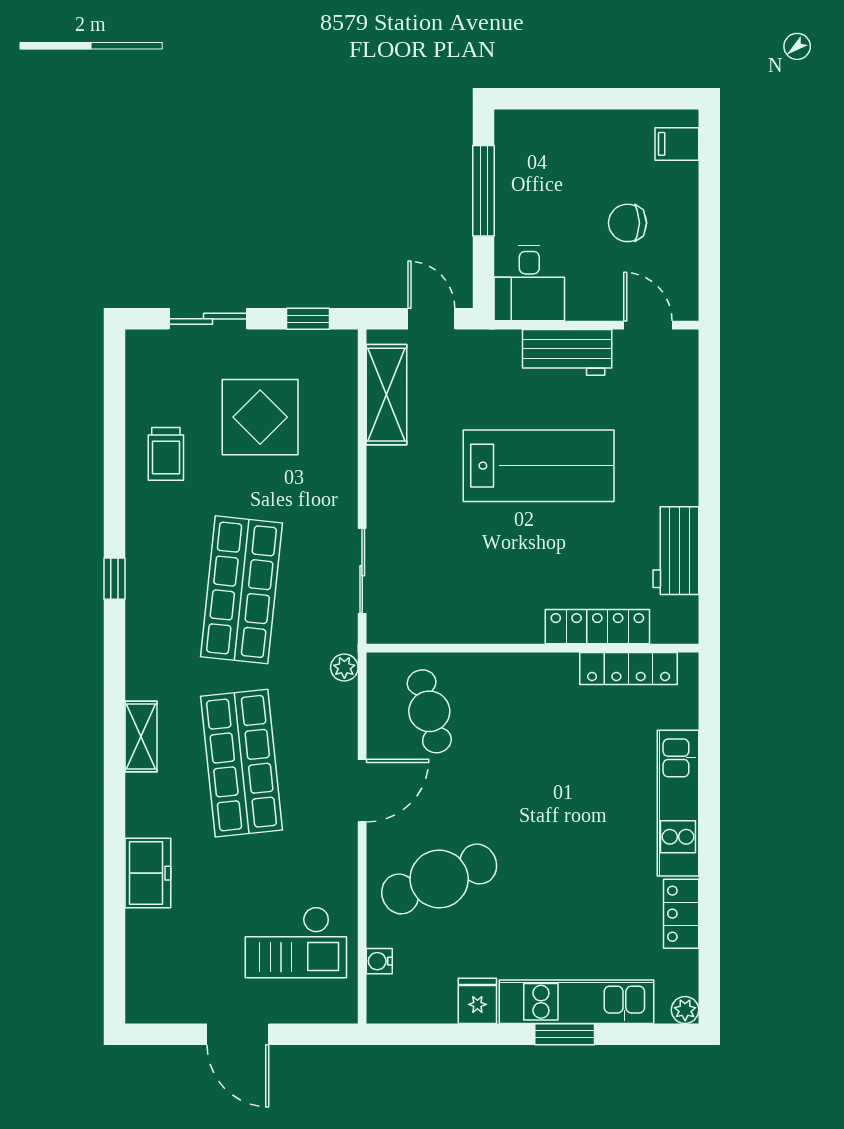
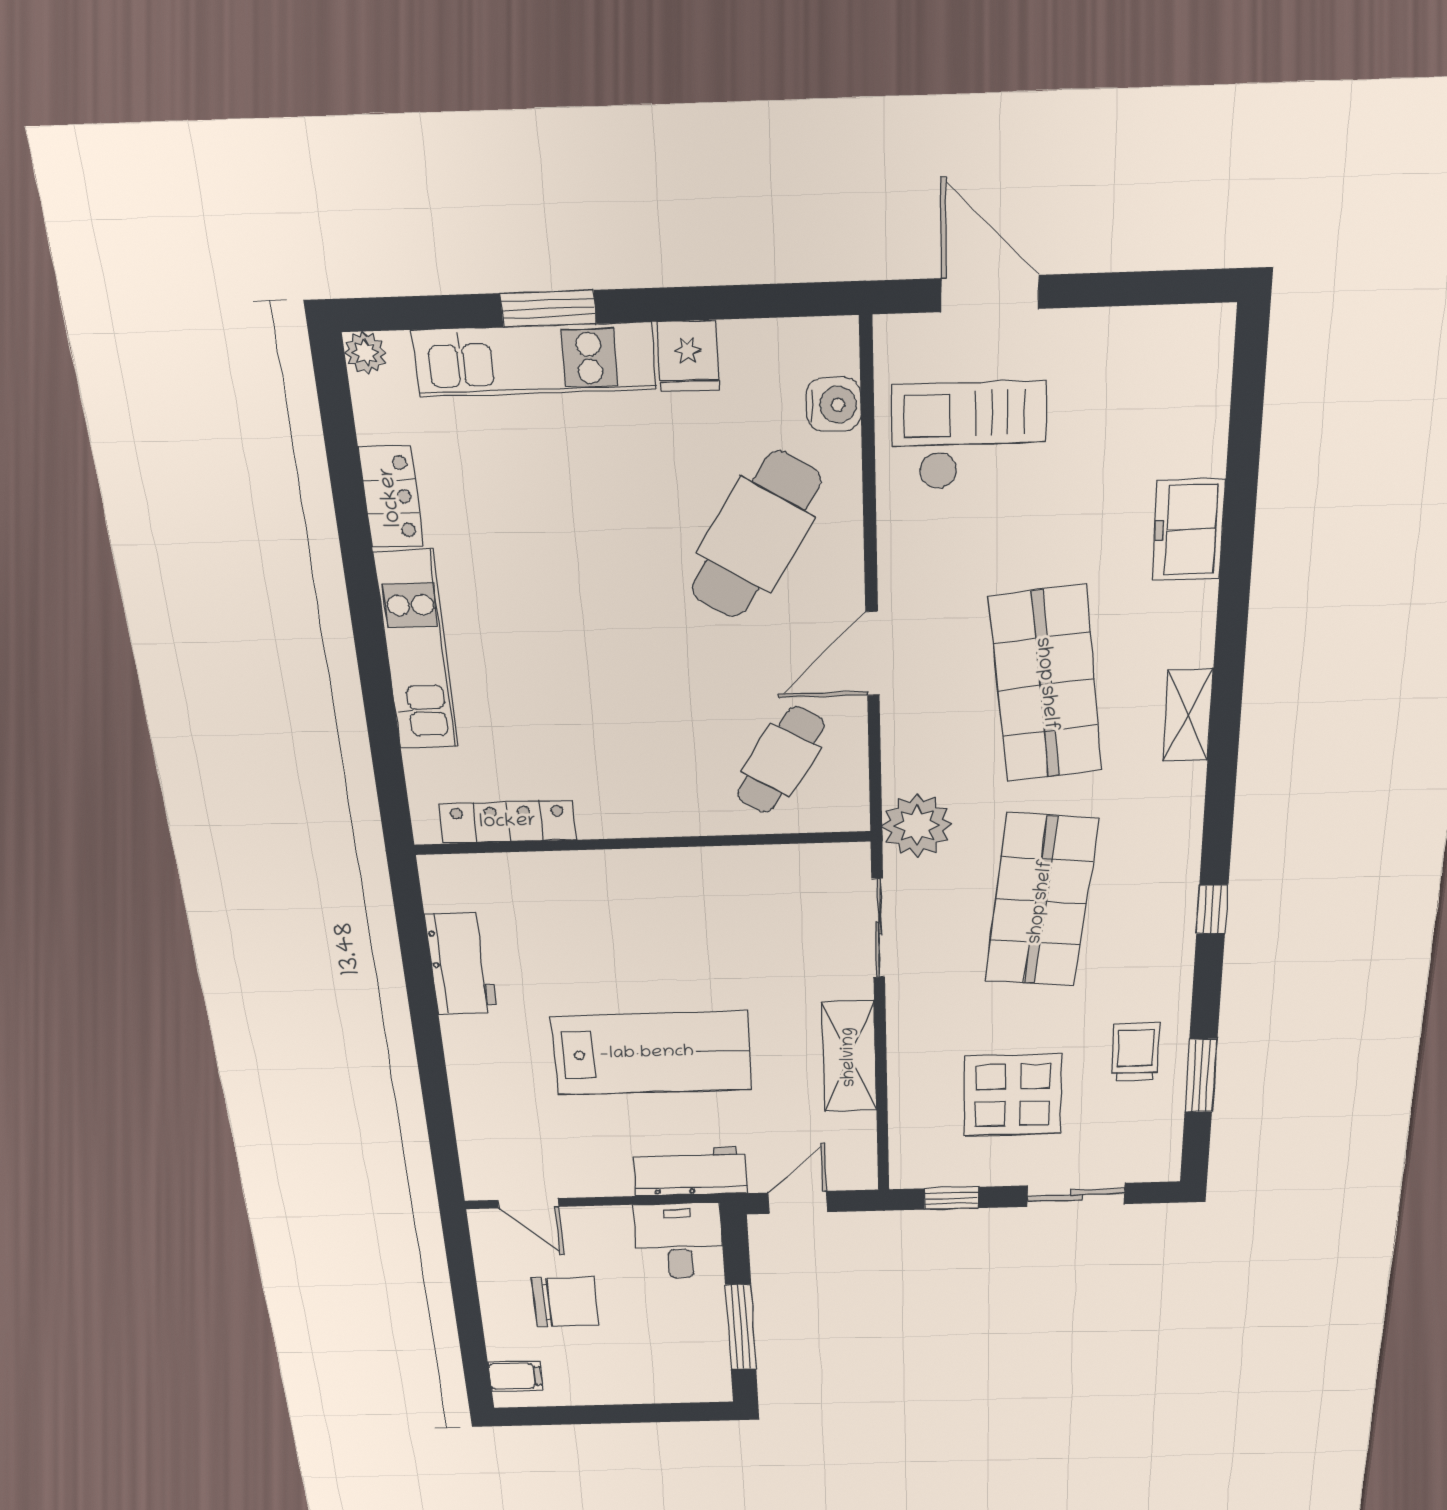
chair: (627, 223) -> (565, 1302), width x1.37, depth x1.37
door: (431, 319) -> (798, 1202), swing flipped
workbench: (567, 352) -> (690, 1171), moved
shelving: (387, 395) -> (849, 1057), moved
window: (115, 430) -> (1201, 1076), added
lab bench: (539, 466) -> (652, 1053), turned 180
locker: (597, 627) -> (556, 872), removed
plant: (344, 668) -> (917, 826), width x1.88, depth x1.88
cafe table: (429, 711) -> (781, 760), turned 47
cafe table: (439, 879) -> (756, 535), turned -37
water cooler: (379, 961) -> (834, 405), width x1.38, depth x1.38
door: (238, 1034) -> (990, 294), moved

